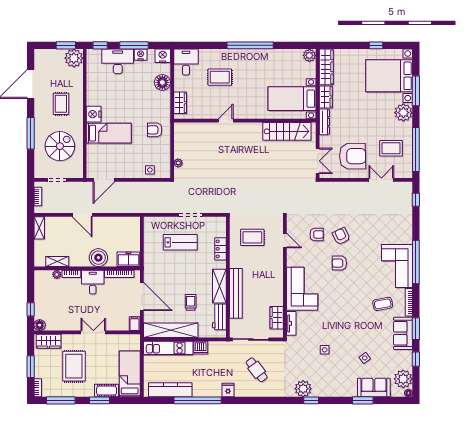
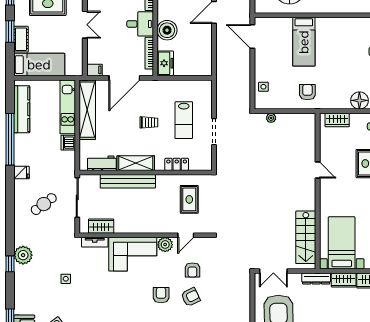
nightstand: (94, 114) -> (325, 25), removed
plant: (293, 259) -> (165, 245), added
trolley: (191, 302) -> (149, 122), moved

